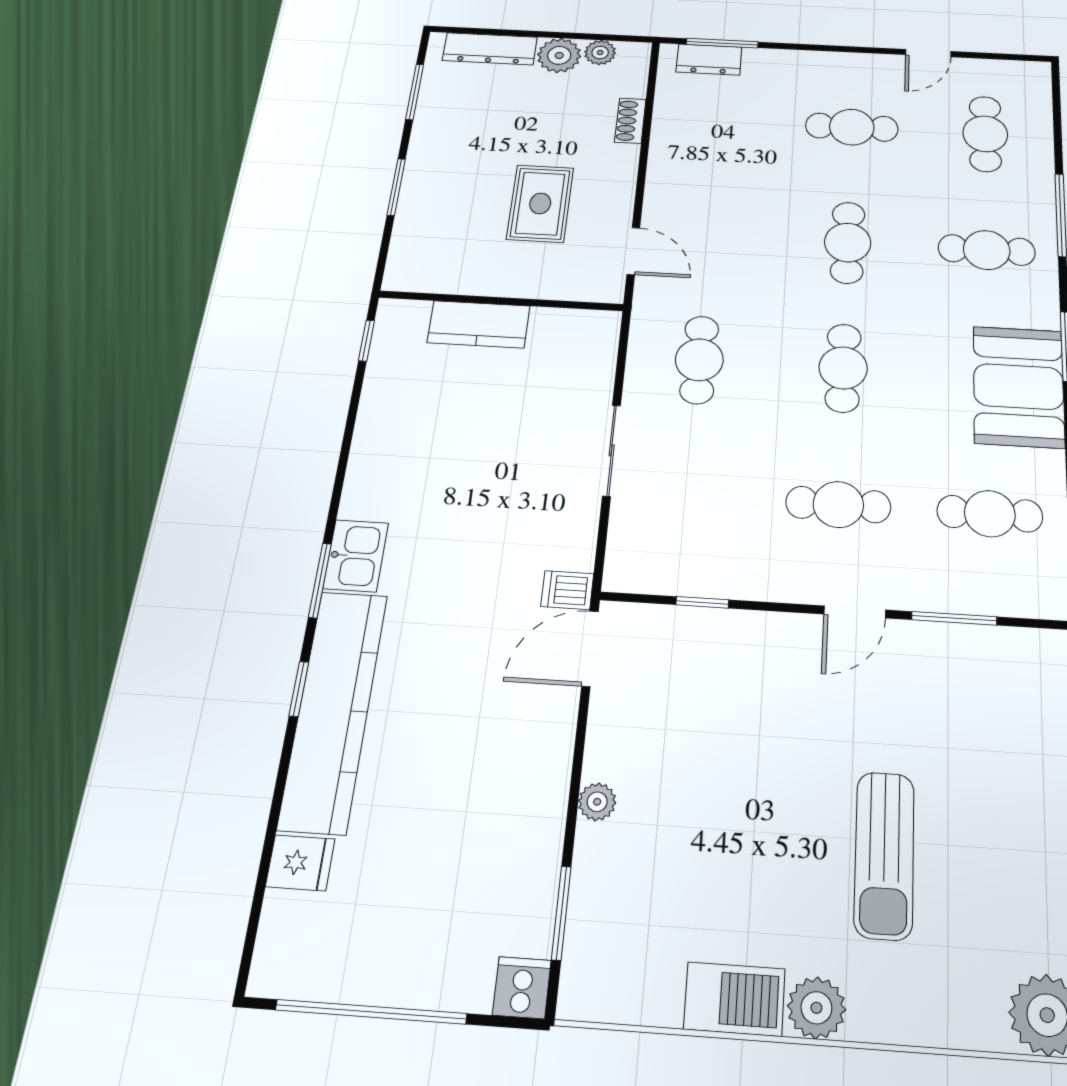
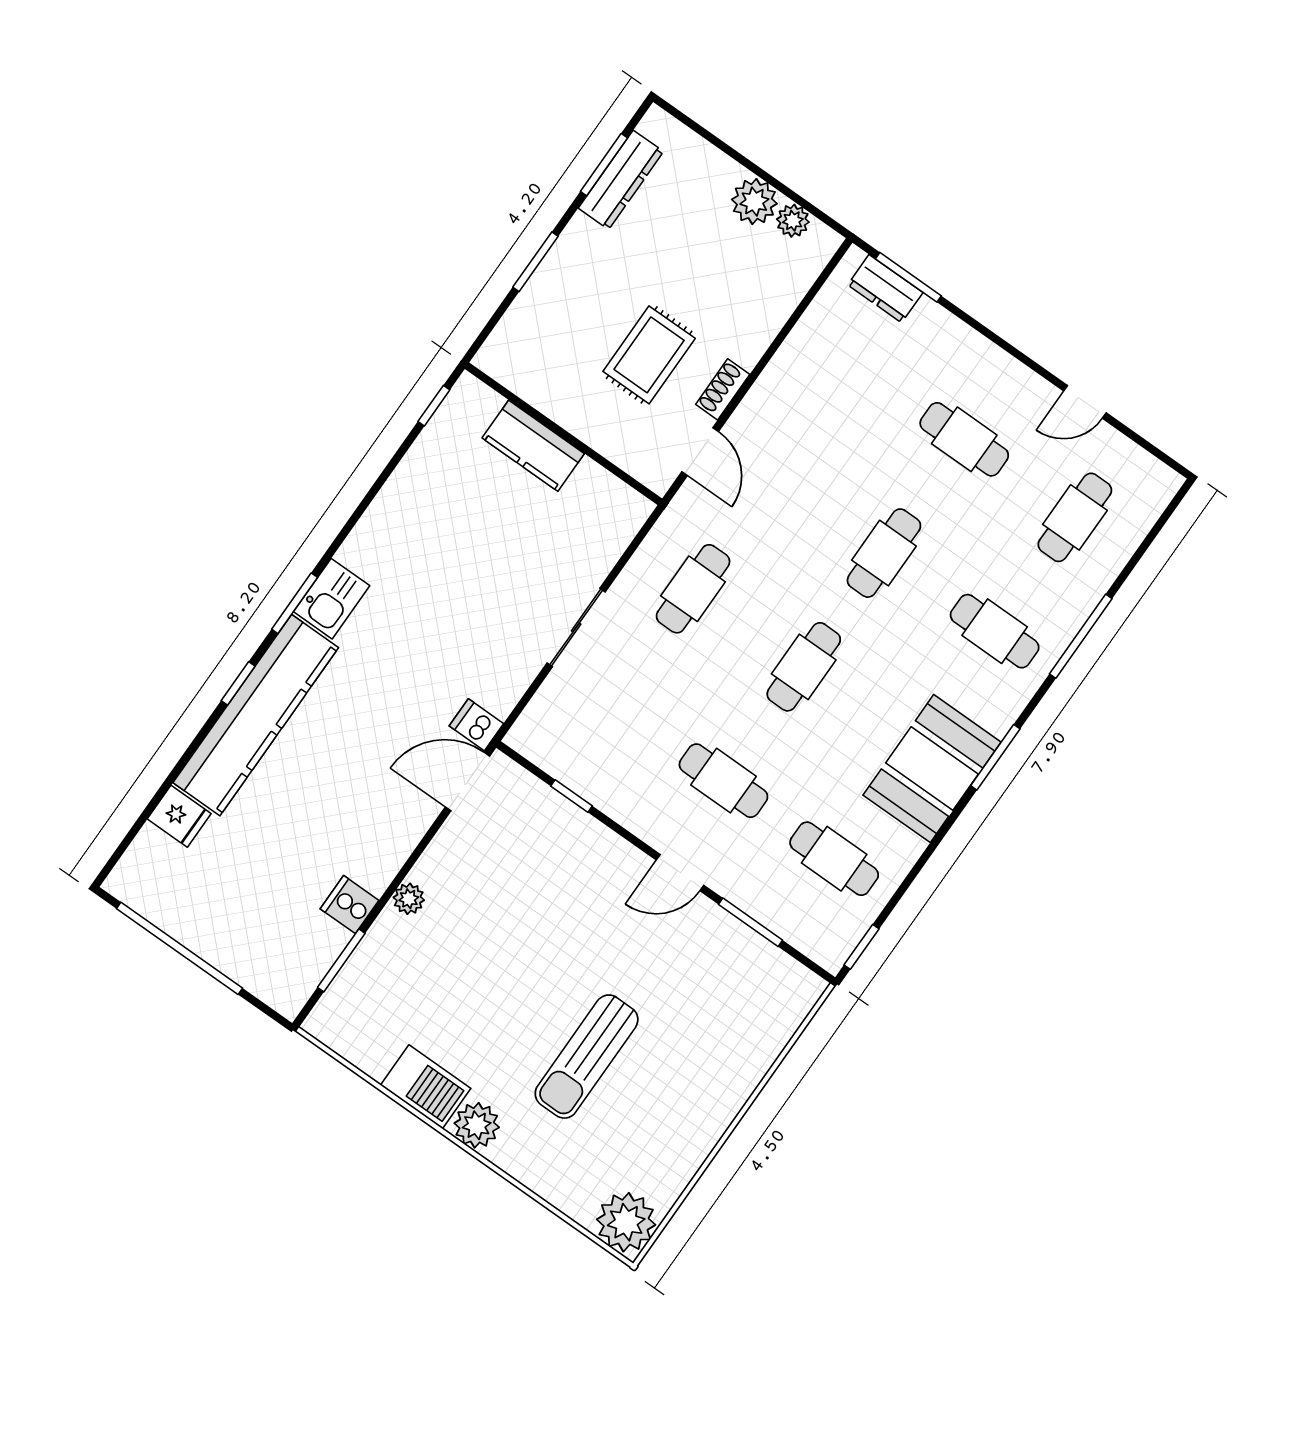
dresser: (490, 49) -> (621, 180), moved, turned -90
shoe rack: (630, 121) -> (723, 389), moved
cooker: (522, 988) -> (349, 905), moved, turned -90

